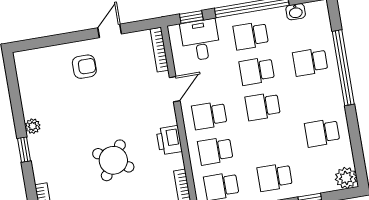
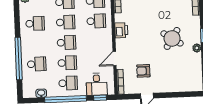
armchair: (84, 67) -> (143, 71), moved
school desk: (209, 115) -> (66, 22), moved
round table: (113, 160) -> (172, 38), moved

